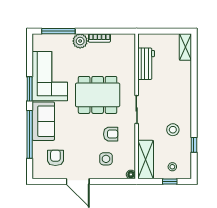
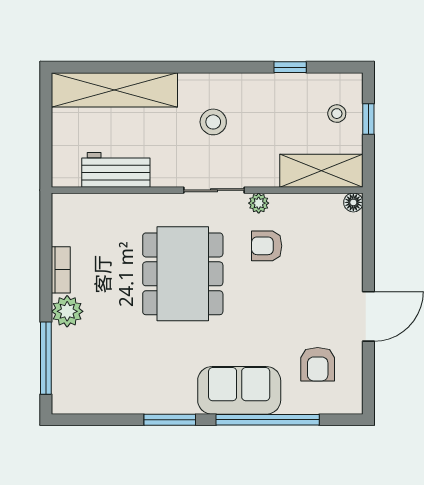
shelving: (185, 47) -> (114, 90), width x2.20, depth x1.33
corner sofa: (50, 76) -> (143, 376), removed
plant: (131, 130) -> (259, 203), added
stool: (173, 130) -> (213, 122), moved
armchair: (111, 134) -> (267, 246), turned -90
armchair: (55, 158) -> (318, 364), turned -90
side table: (106, 159) -> (320, 256), removed

